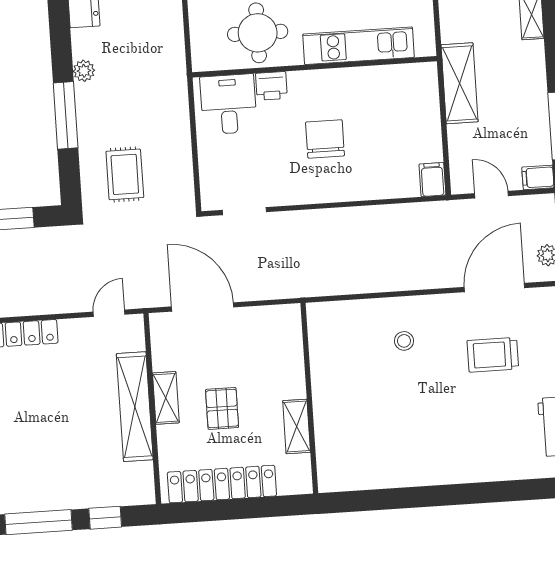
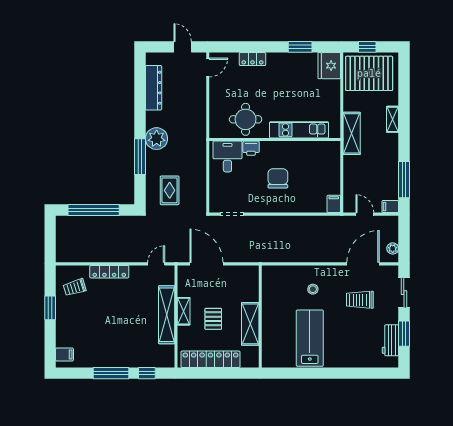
plant: (84, 71) -> (157, 139), width x1.87, depth x1.87
shelving: (460, 83) -> (352, 133), moved
shelving: (297, 426) -> (250, 324), width x1.50, depth x1.33
lab bench: (404, 433) -> (310, 338), added

